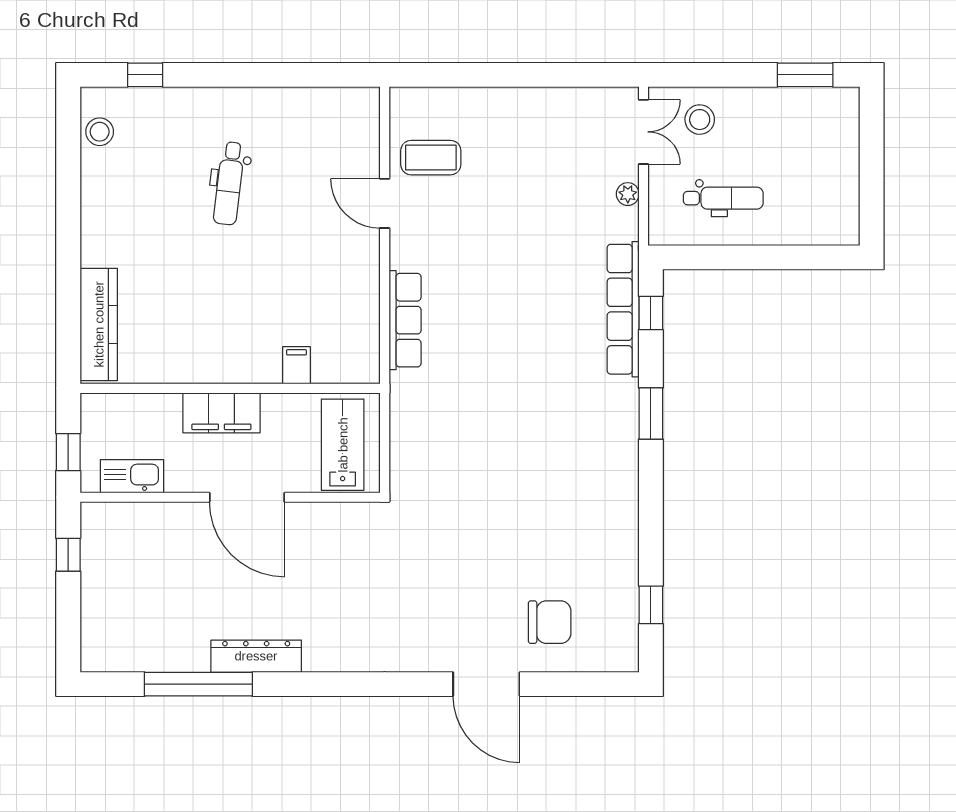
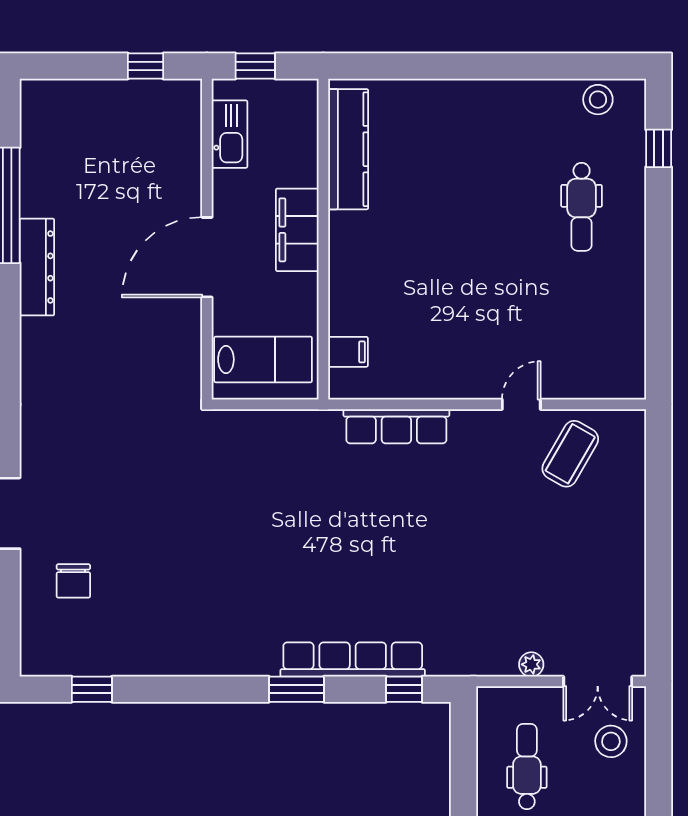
coffee table: (431, 158) -> (570, 454), turned 30
dental chair: (229, 183) -> (582, 207), moved, turned -97
dental chair: (723, 198) -> (527, 767), turned 180
door: (385, 203) -> (521, 404), width x0.73
row of seats: (623, 309) -> (353, 660), moved
kitchen counter: (99, 324) -> (348, 149), moved, turned -90
filing cabinet: (296, 365) -> (348, 352), moved
chair: (550, 622) -> (73, 581), width x0.73, depth x0.73

